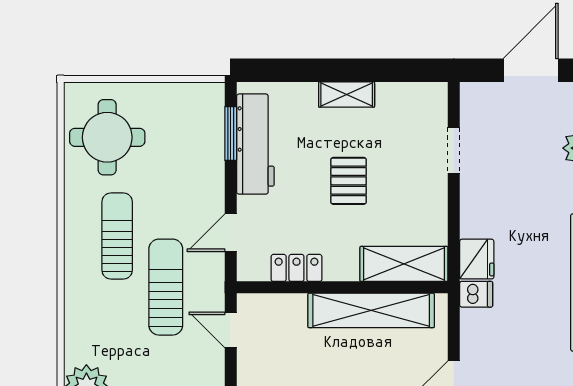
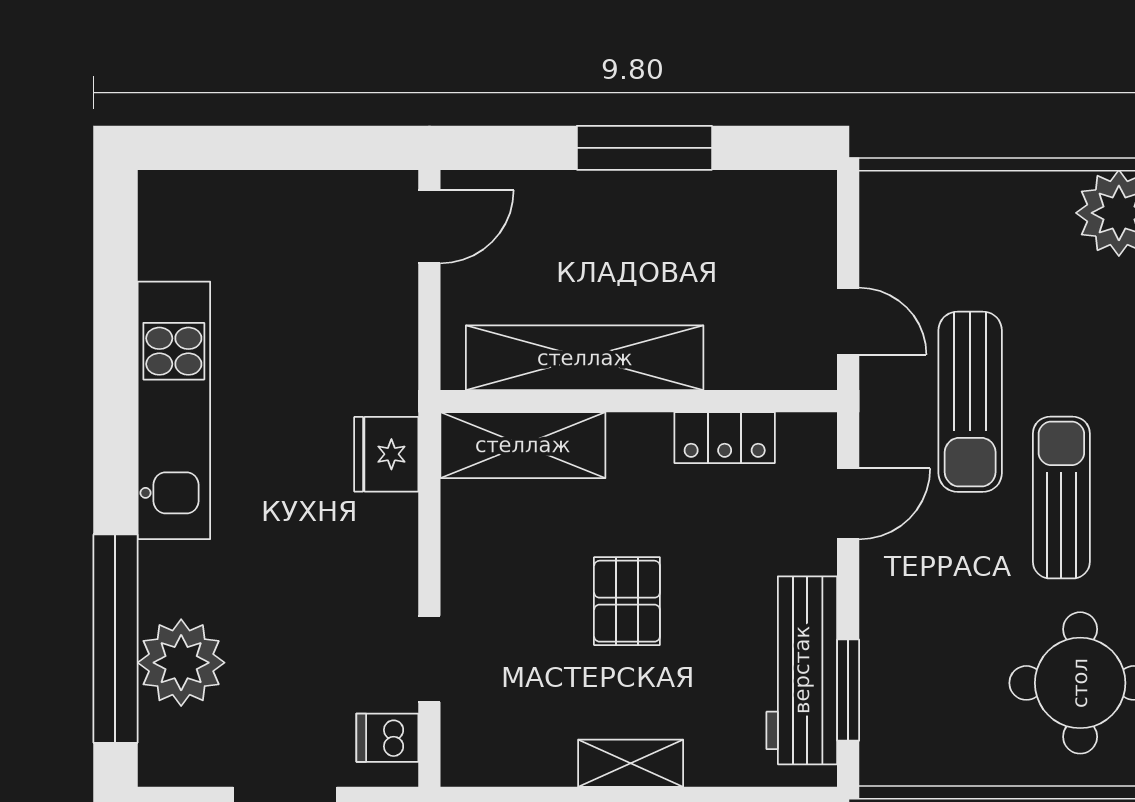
sun lounger: (117, 236) -> (1061, 498), turned 180
dishwasher: (476, 294) -> (387, 738), moved

